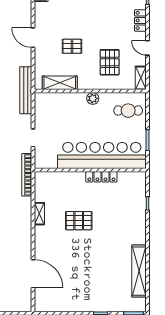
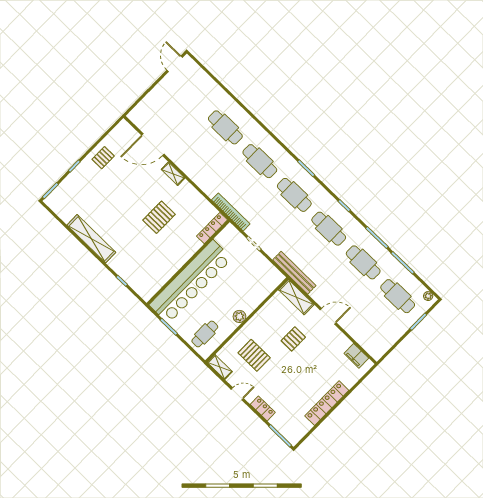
shelving: (60, 83) -> (296, 297), moved, turned 90
locker: (101, 177) -> (212, 228), moved
shelving: (39, 214) -> (173, 174), moved
shelving: (139, 271) -> (91, 239), moved
pallet: (75, 299) -> (103, 158), added

